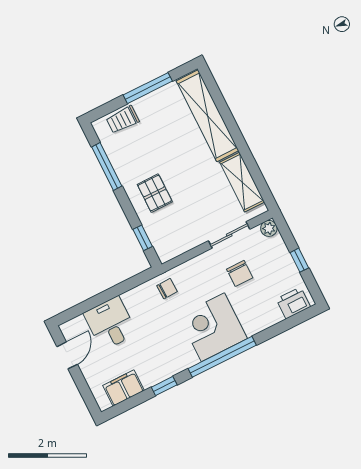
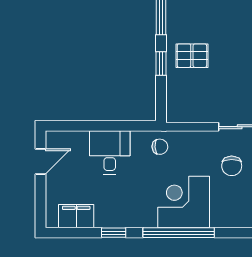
pallet: (155, 193) -> (192, 56), turned 90
window: (143, 238) -> (161, 63), moved
desk: (110, 323) -> (110, 152), moved

